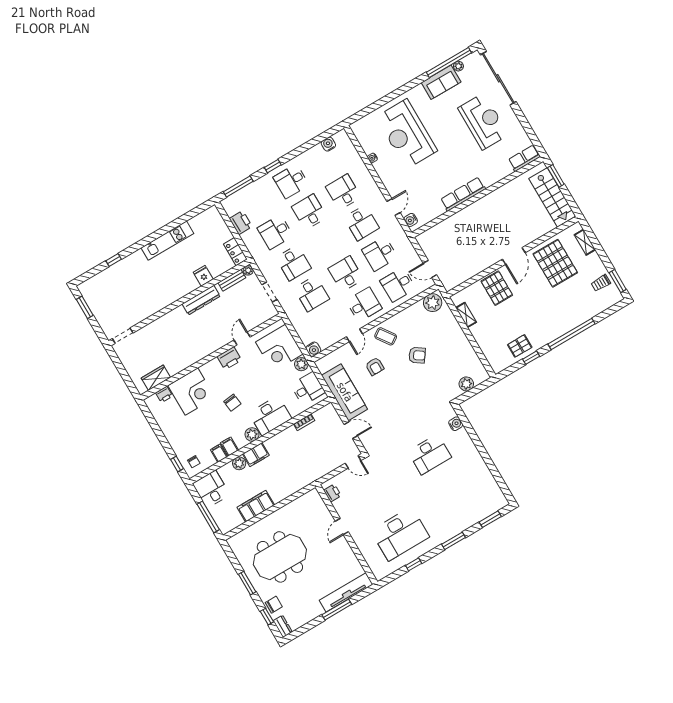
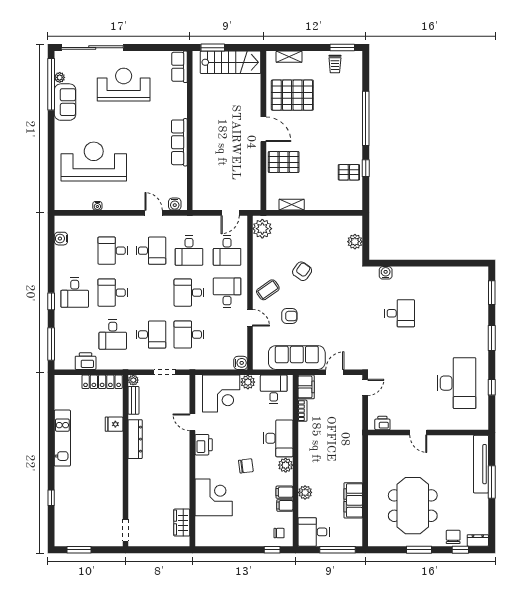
reception desk: (407, 134) -> (94, 162), turned 180
locker: (235, 252) -> (102, 382), width x1.53
desk: (312, 294) -> (189, 335), turned 180
pallet: (520, 346) -> (349, 172), turned 90
printer: (164, 394) -> (201, 524), removed
desk: (430, 454) -> (400, 313), width x0.73
filing cabinet: (256, 455) -> (306, 387), moved

